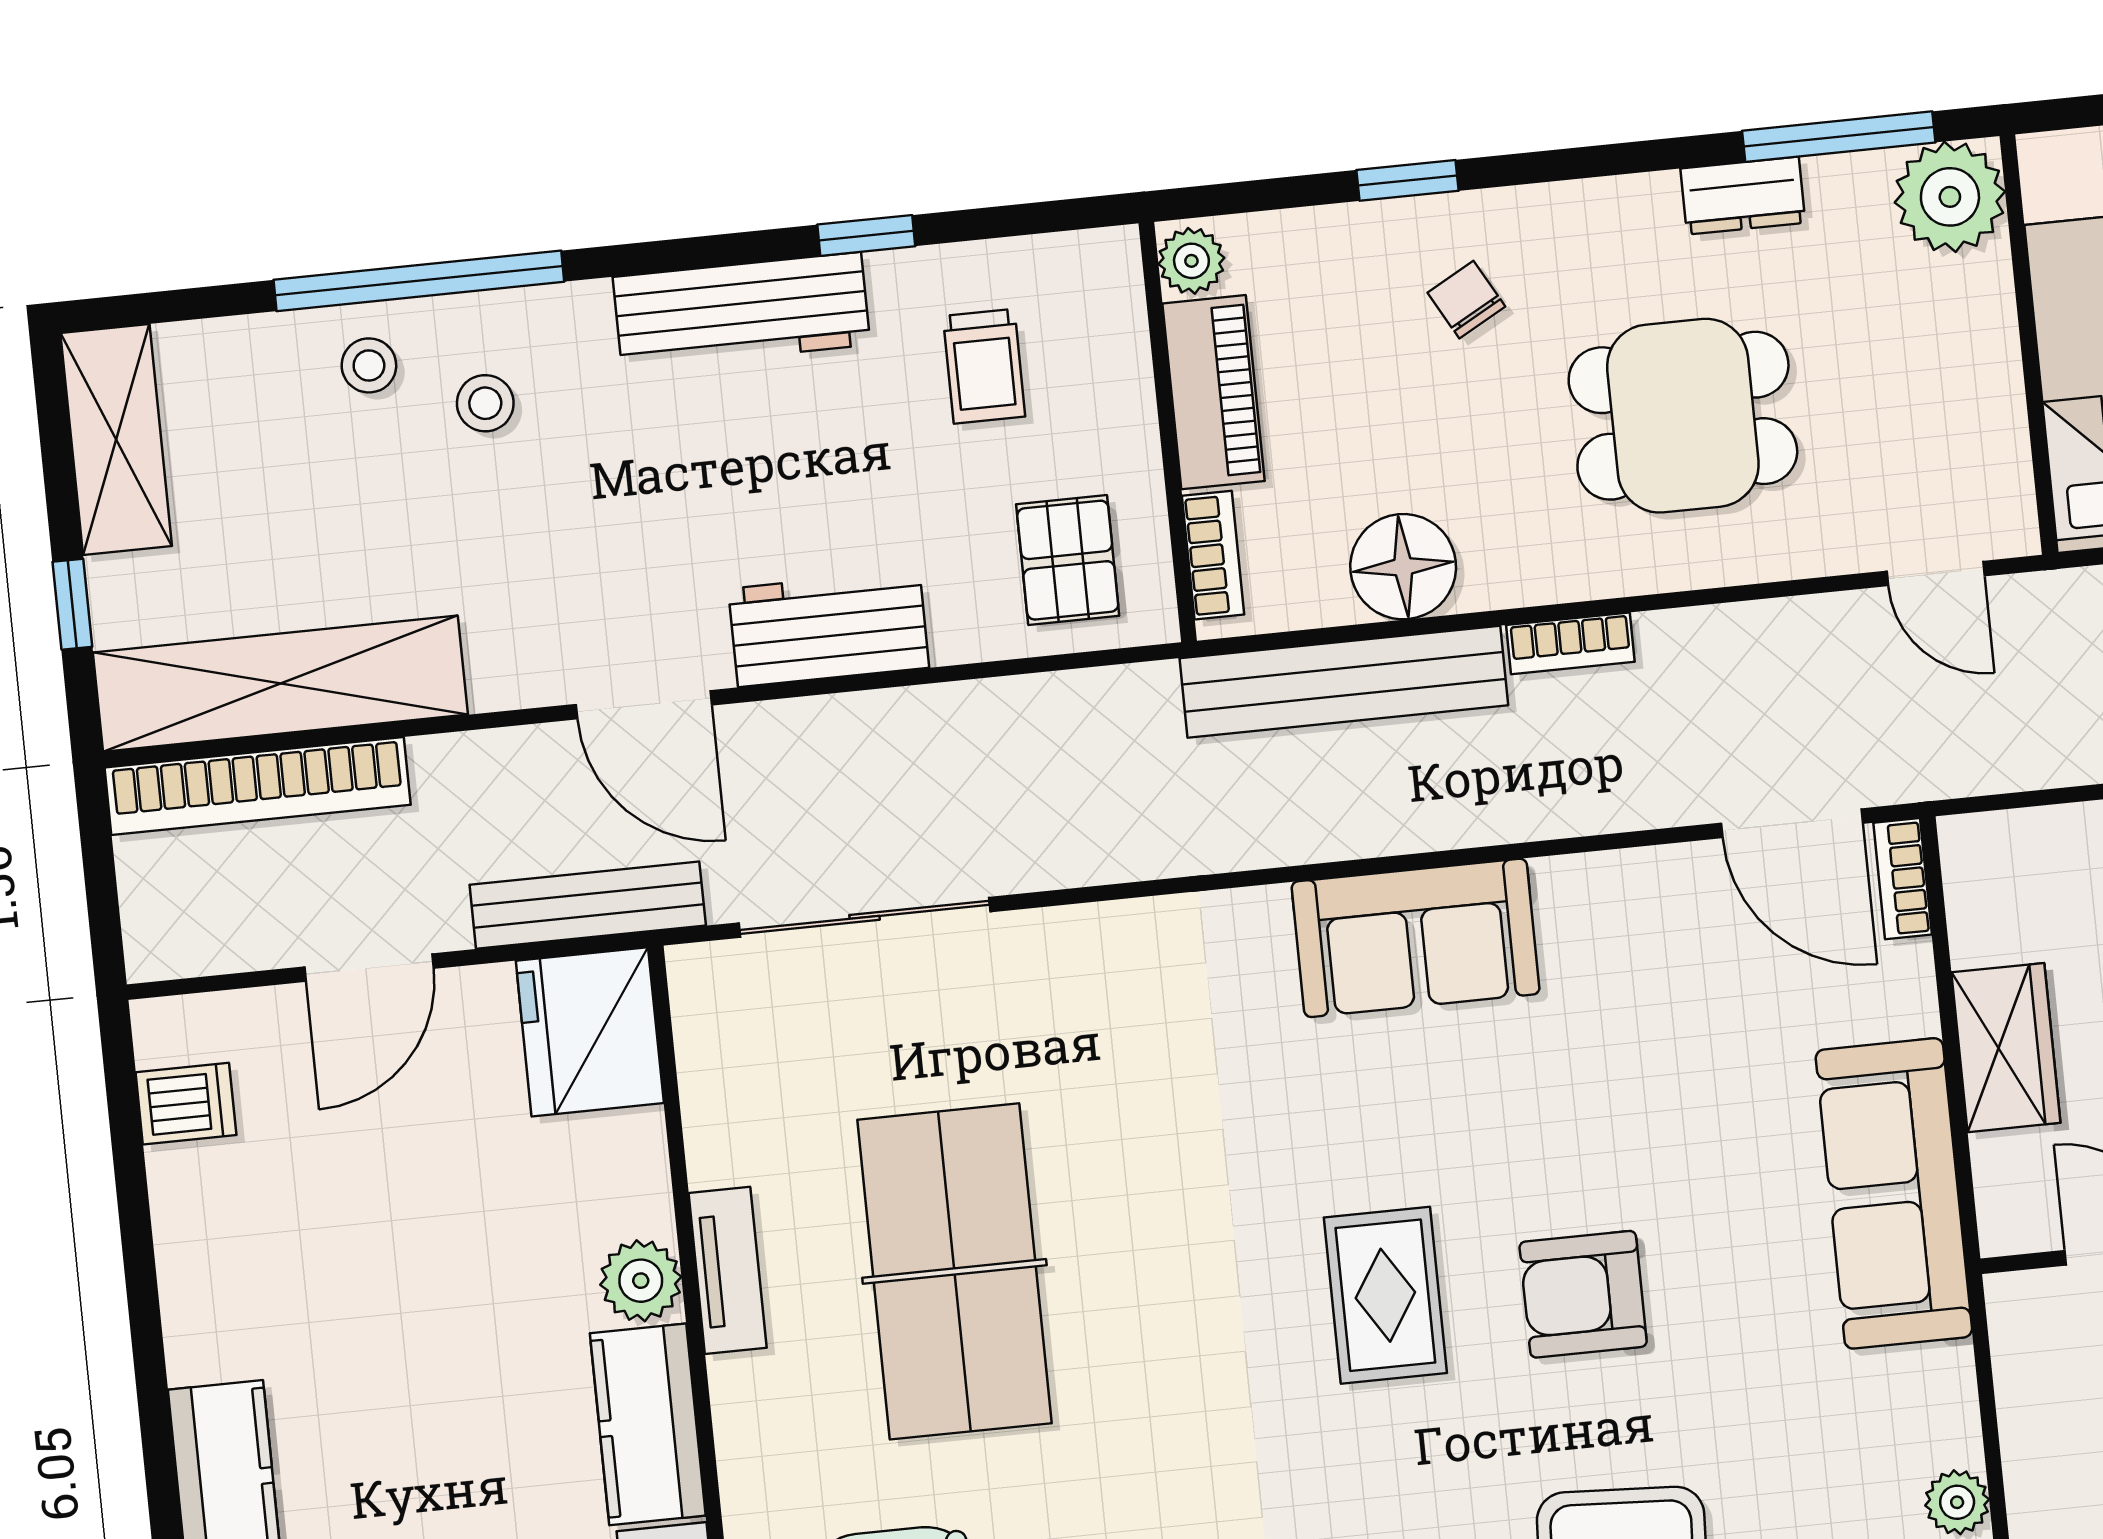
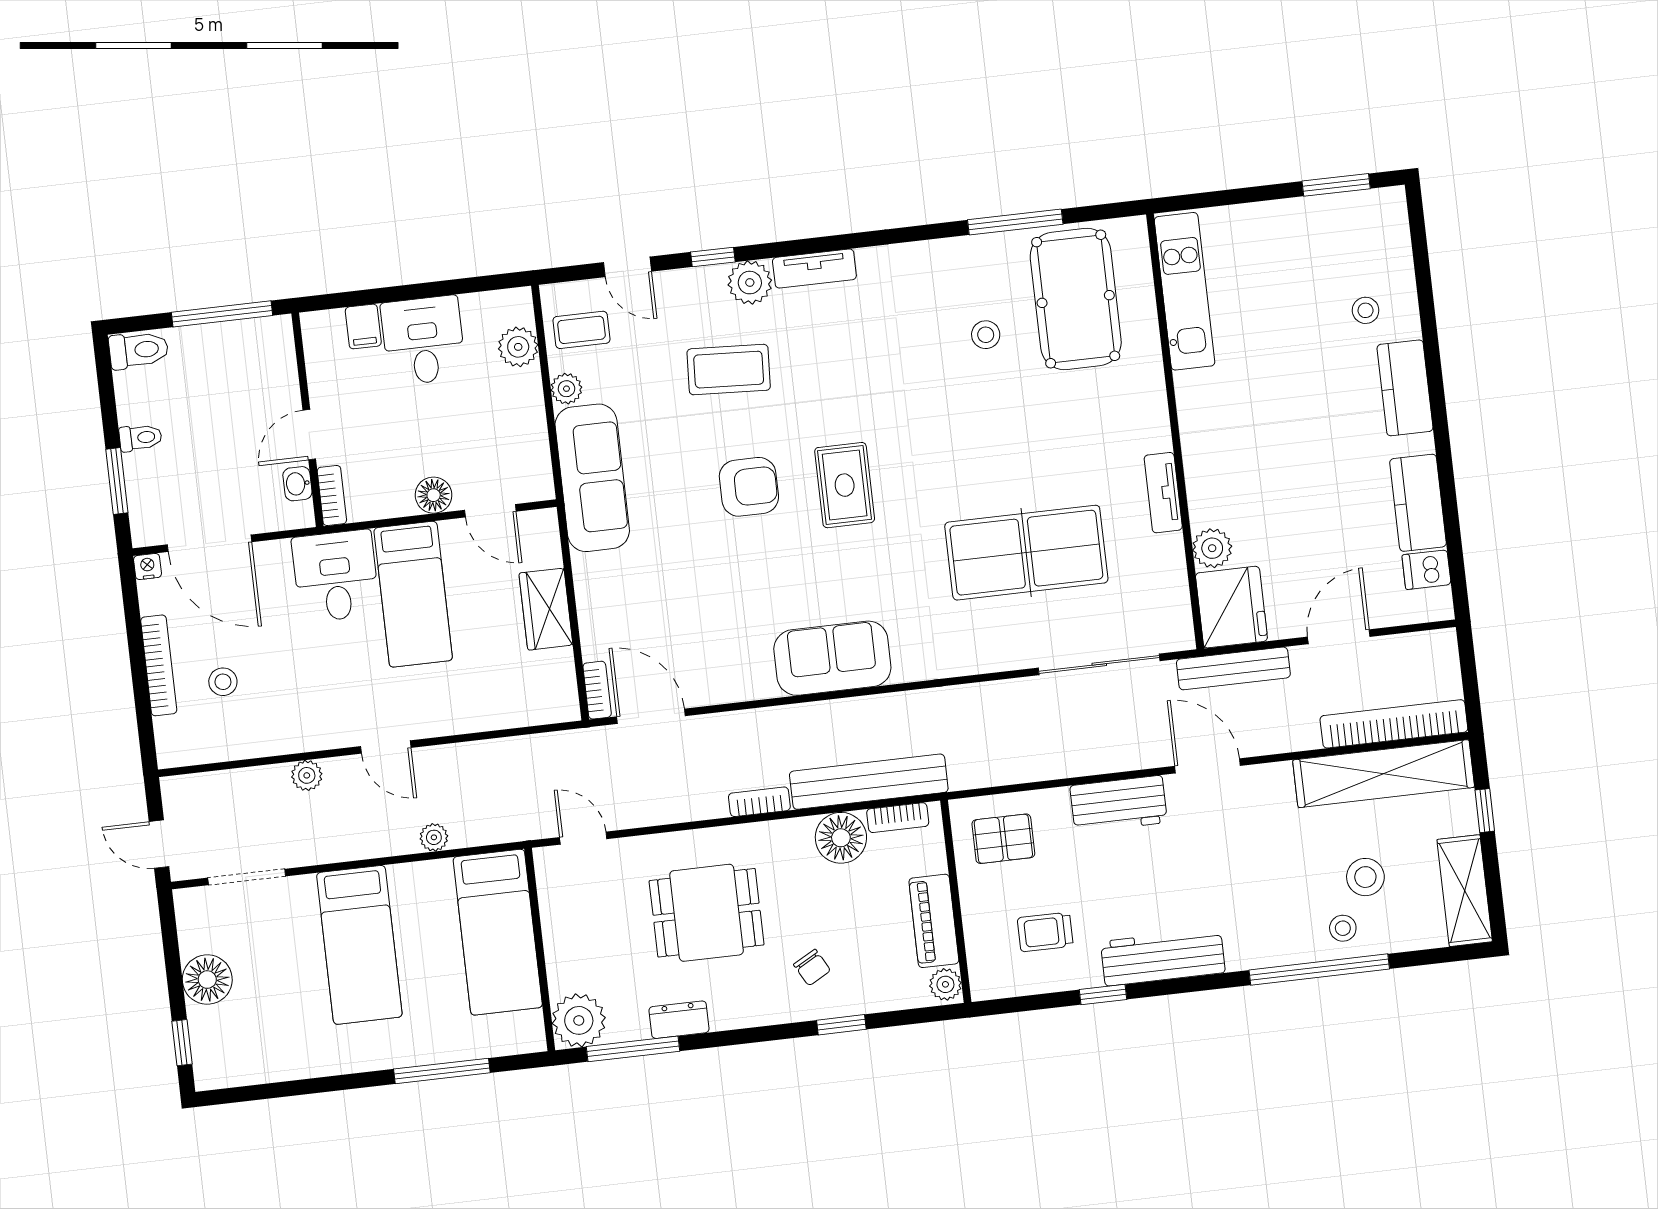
trolley: (984, 366) -> (1045, 932), turned -90
stool: (485, 403) -> (1365, 877), moved, width x1.37, depth x1.37
bookcase: (1213, 555) -> (898, 818), moved, turned -90
pallet: (1068, 560) -> (1003, 839), turned 90
sofa: (1894, 1193) -> (592, 478), moved
table tennis table: (954, 1271) -> (1026, 553), moved, turned 90
plant: (641, 1281) -> (1212, 548), moved
kitchen counter: (648, 1424) -> (1418, 503), moved, turned 180

